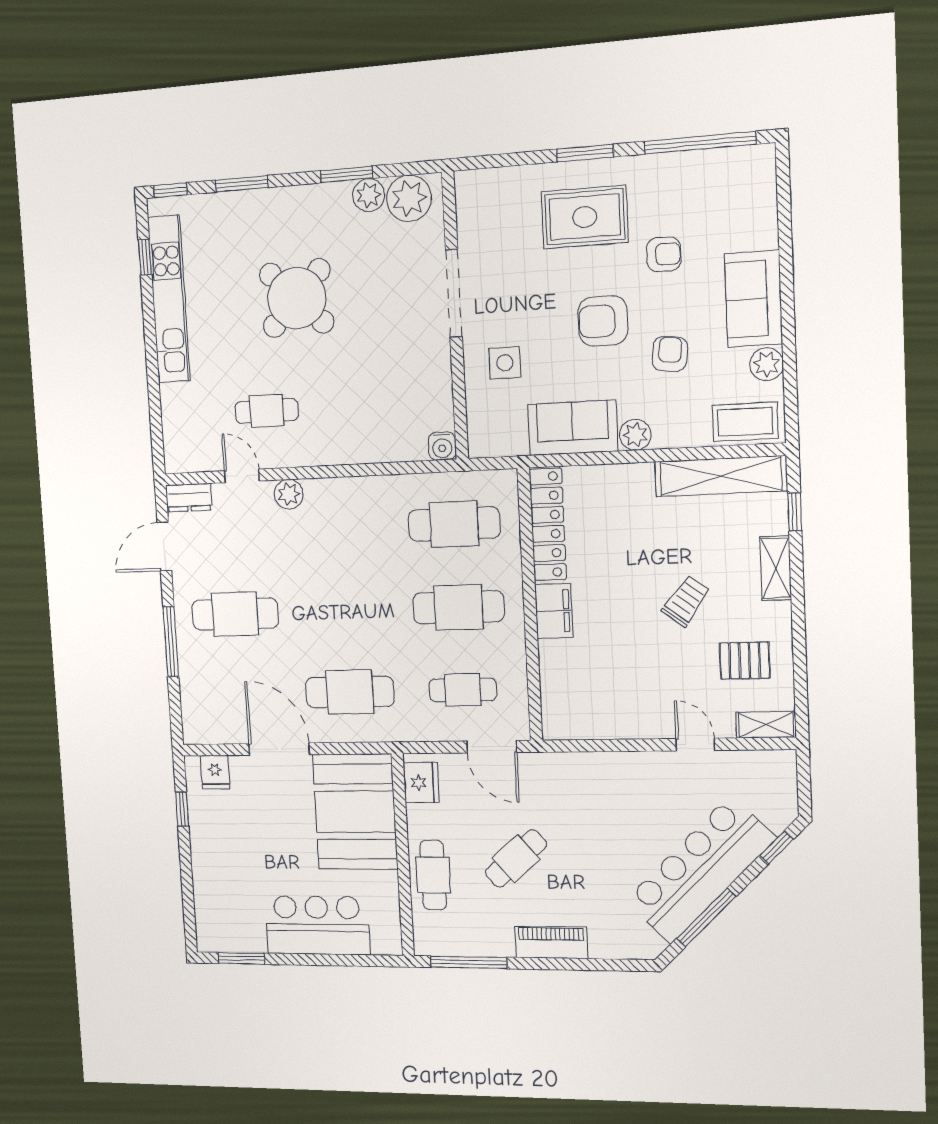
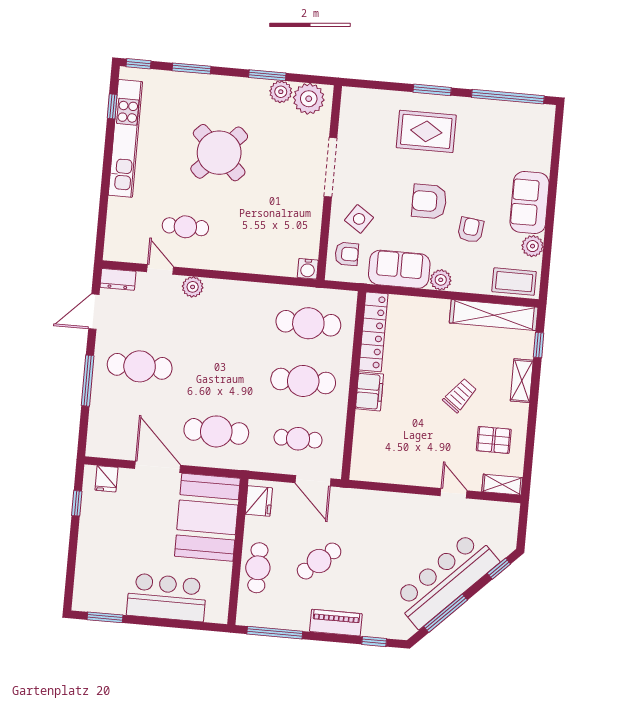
armchair: (664, 254) -> (347, 254), moved
side table: (505, 363) -> (359, 219), turned 34
window: (609, 965) -> (374, 641), added

